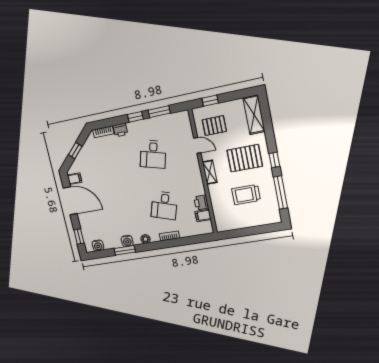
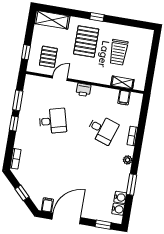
printer: (120, 130) -> (20, 142), removed
desk: (153, 154) -> (53, 121), turned -30
shelving: (210, 172) -> (122, 82), moved
window: (280, 193) -> (127, 22), removed
printer: (201, 202) -> (83, 90), moved
water cooler: (127, 241) -> (120, 197), moved

